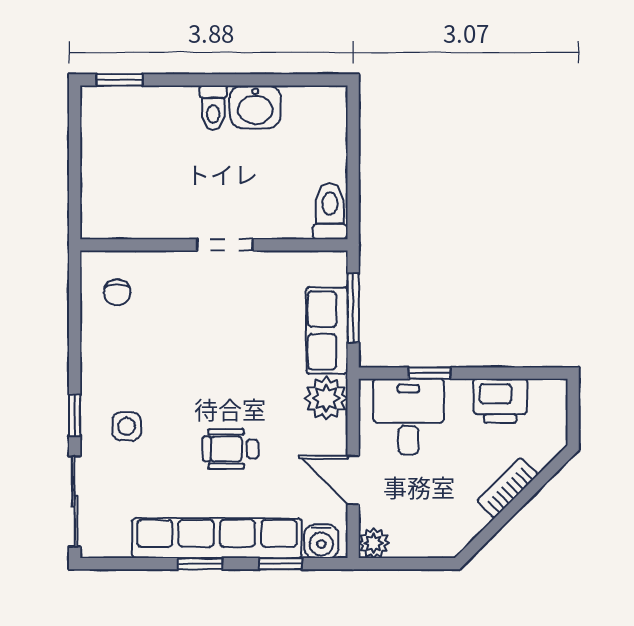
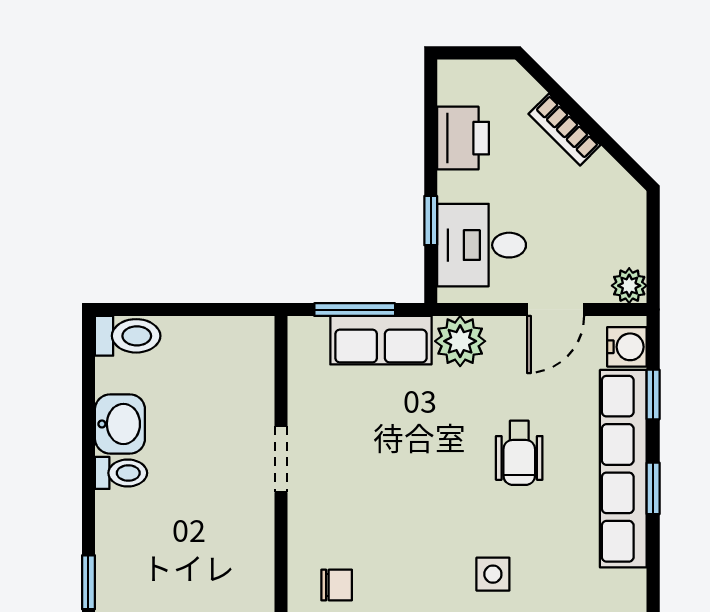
toilet: (330, 211) -> (128, 336), moved, turned 180

